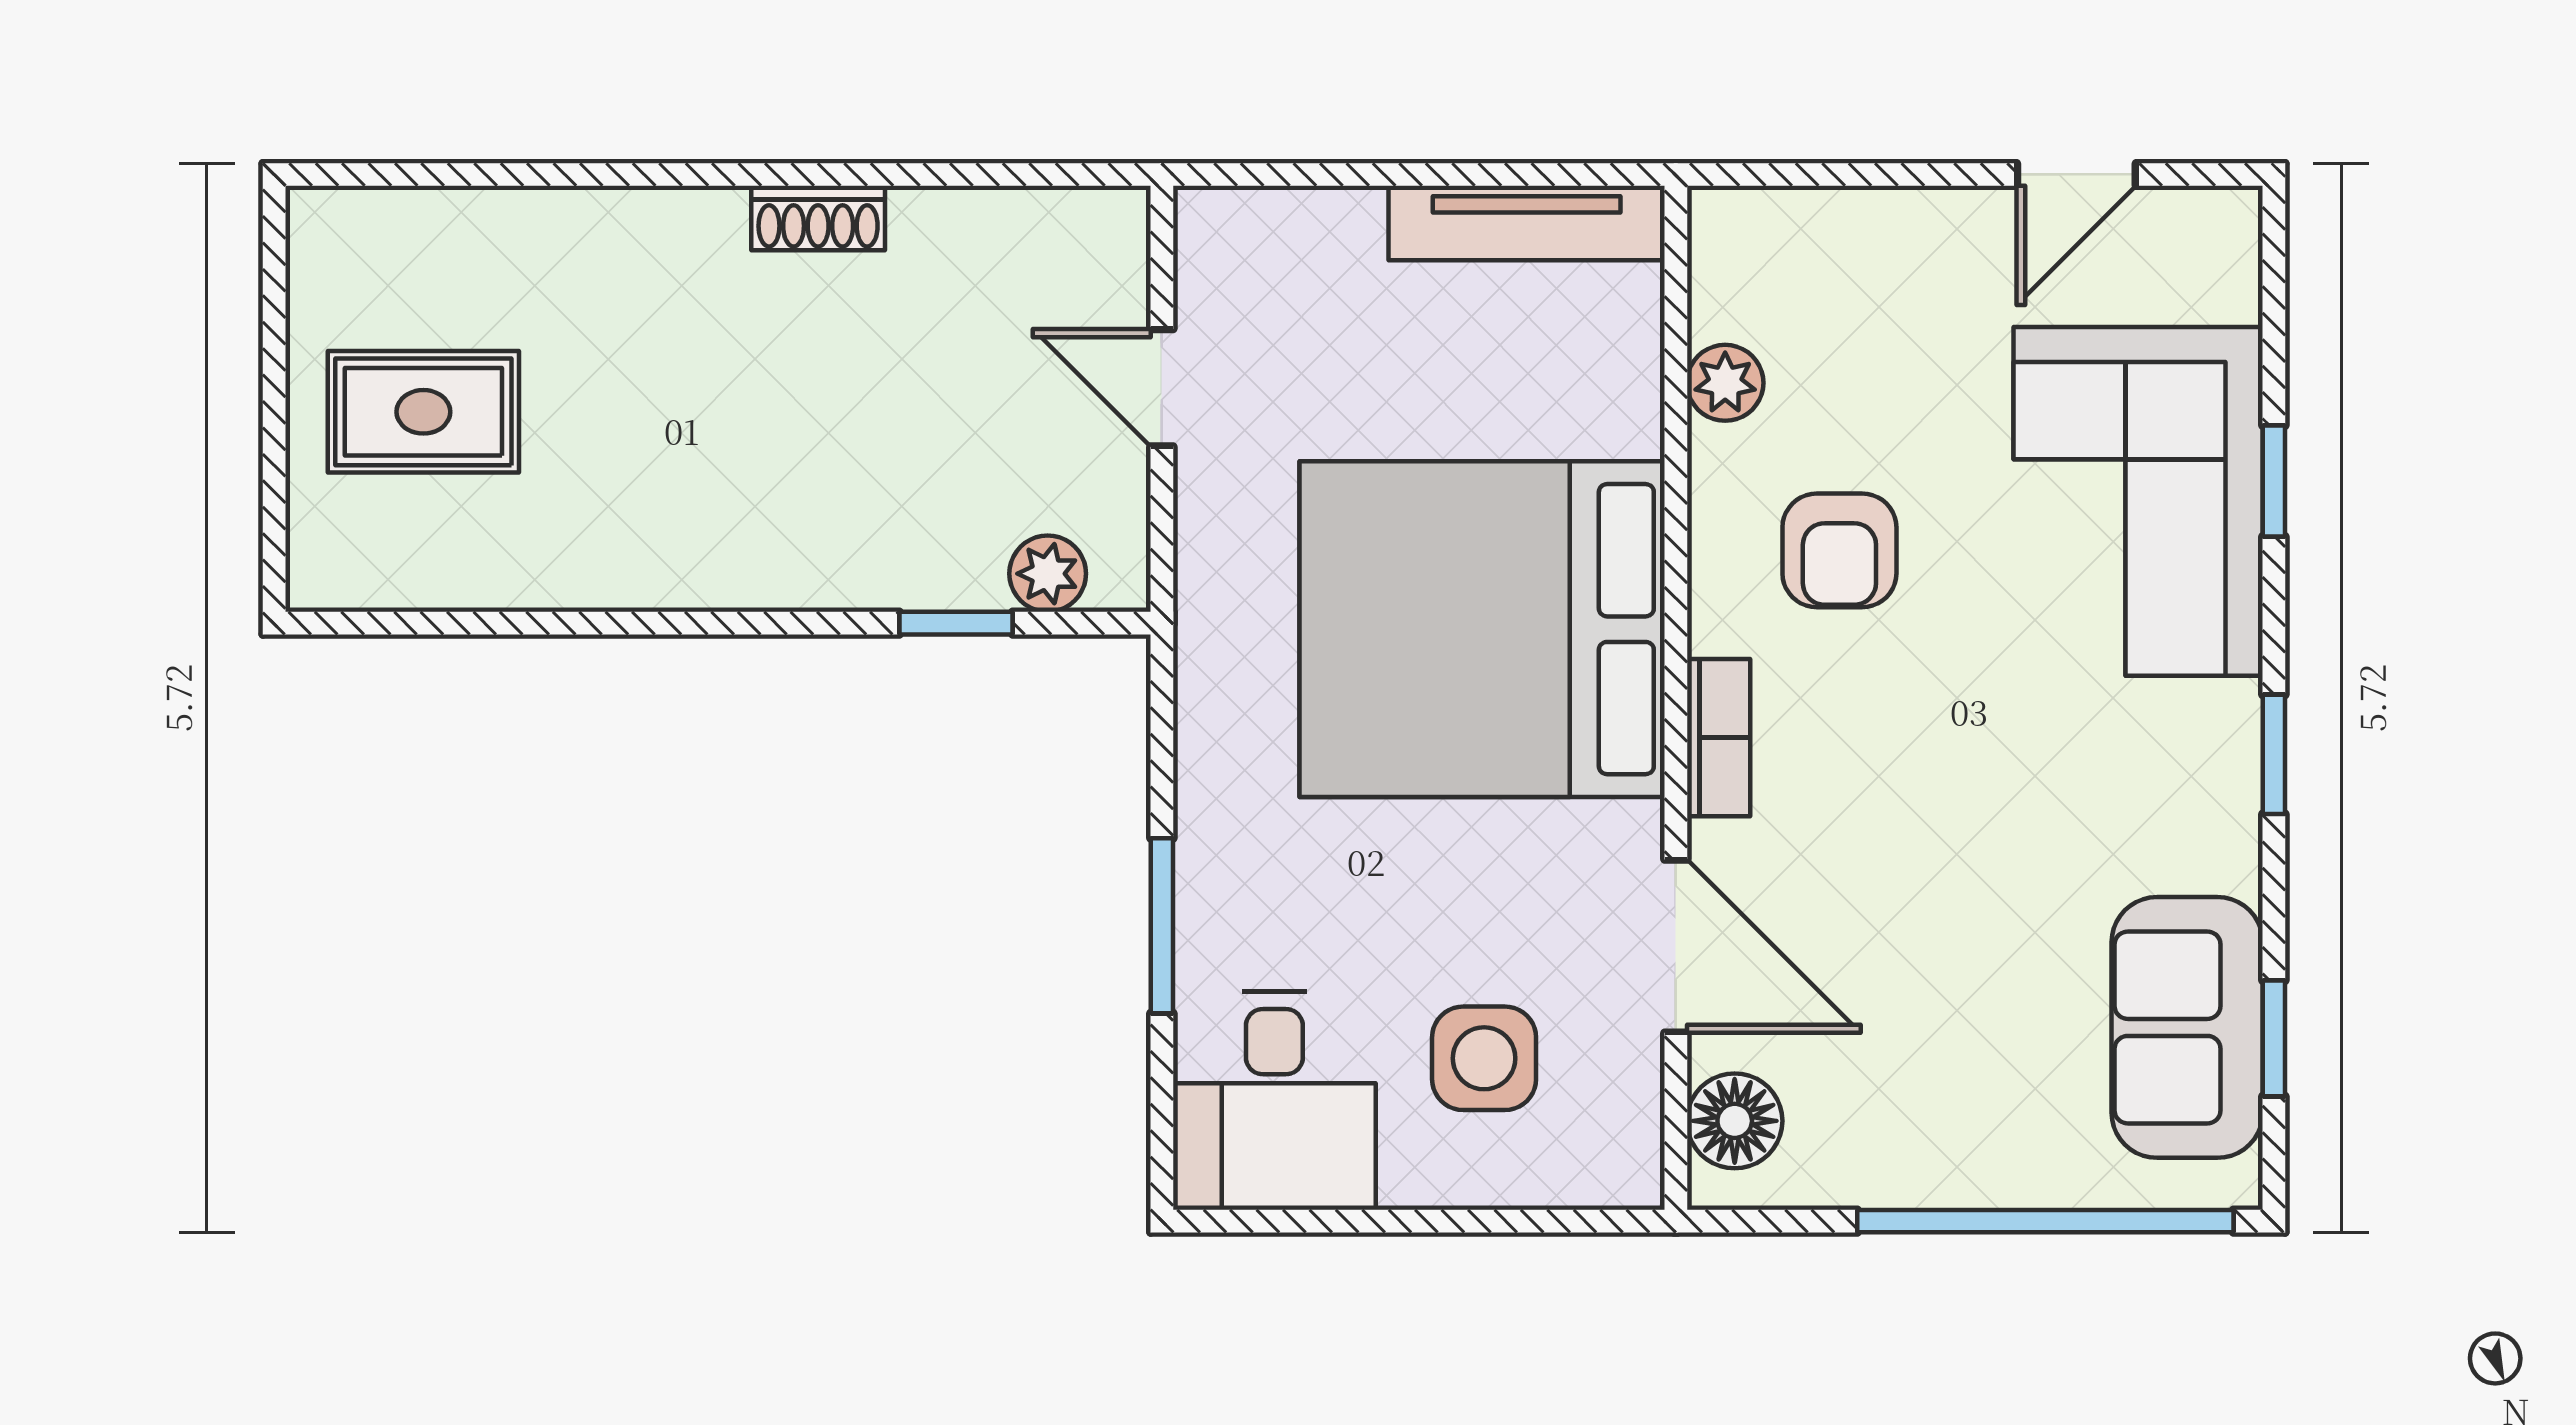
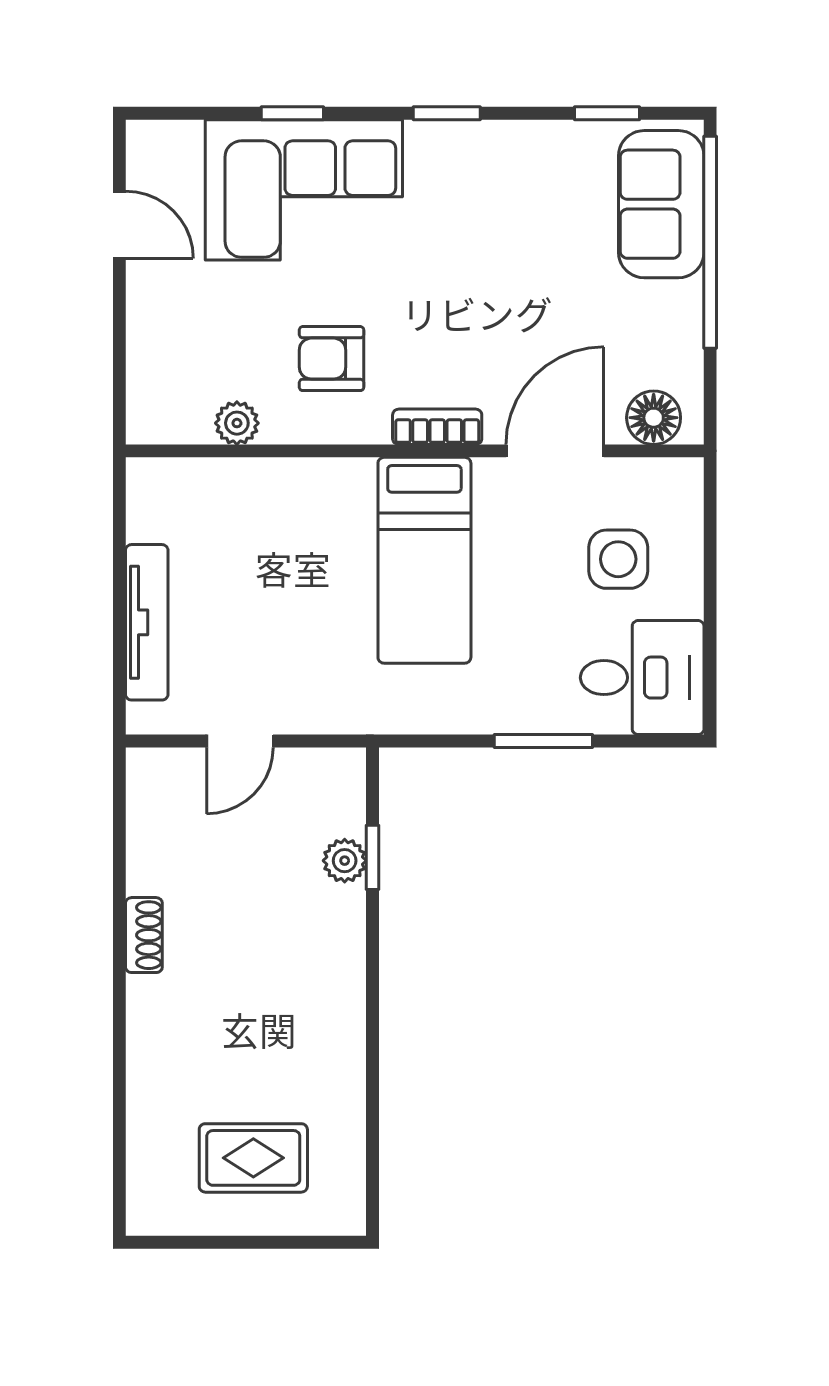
tv unit: (1527, 223) -> (147, 622), moved
rug: (423, 412) -> (253, 1158), turned 90
armchair: (1839, 550) -> (332, 359), turned 180
plant: (1048, 574) -> (345, 861), moved
bed: (1482, 629) -> (424, 560), width x0.49
sofa: (2187, 1027) -> (661, 204), moved, turned 90

